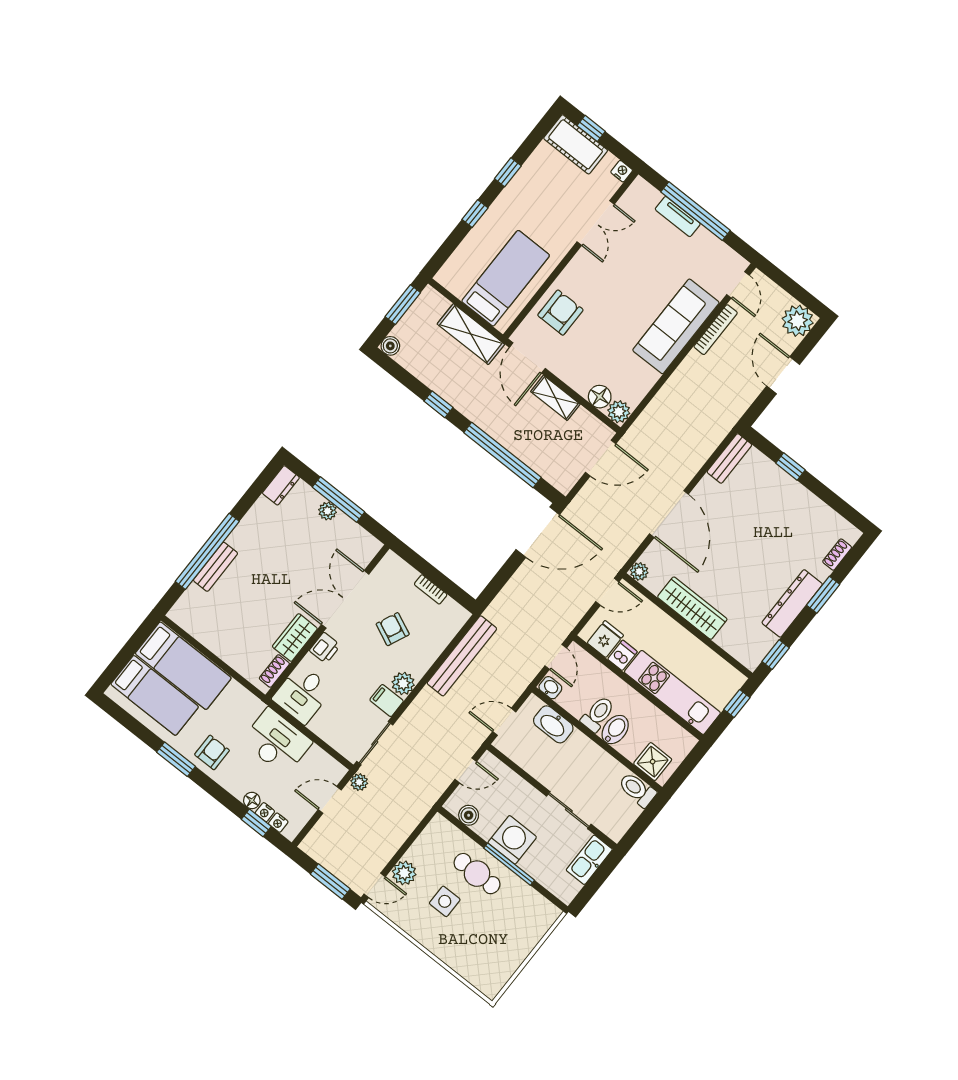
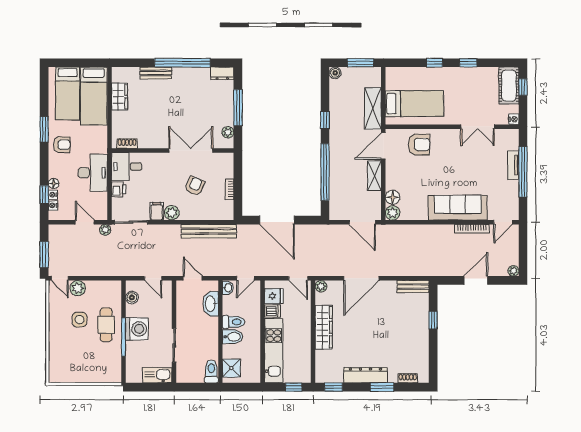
plant: (798, 321) -> (513, 271), width x0.53, depth x0.53
plant: (328, 511) -> (228, 132), moved
door: (538, 532) -> (277, 220), moved
window: (207, 551) -> (182, 63), moved
wardrobe: (295, 637) -> (119, 97), moved, turned 90
printer: (325, 648) -> (119, 189), moved, turned -90

